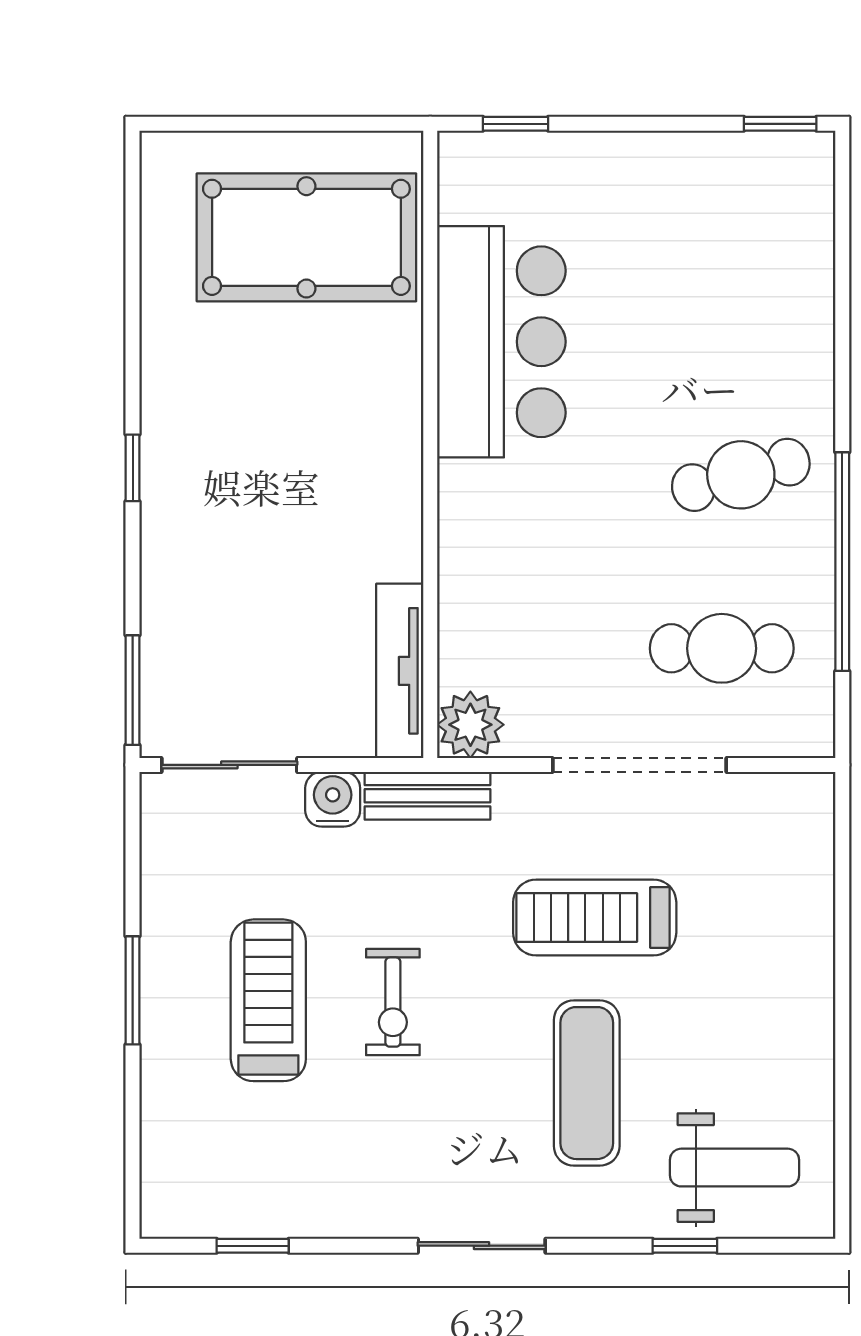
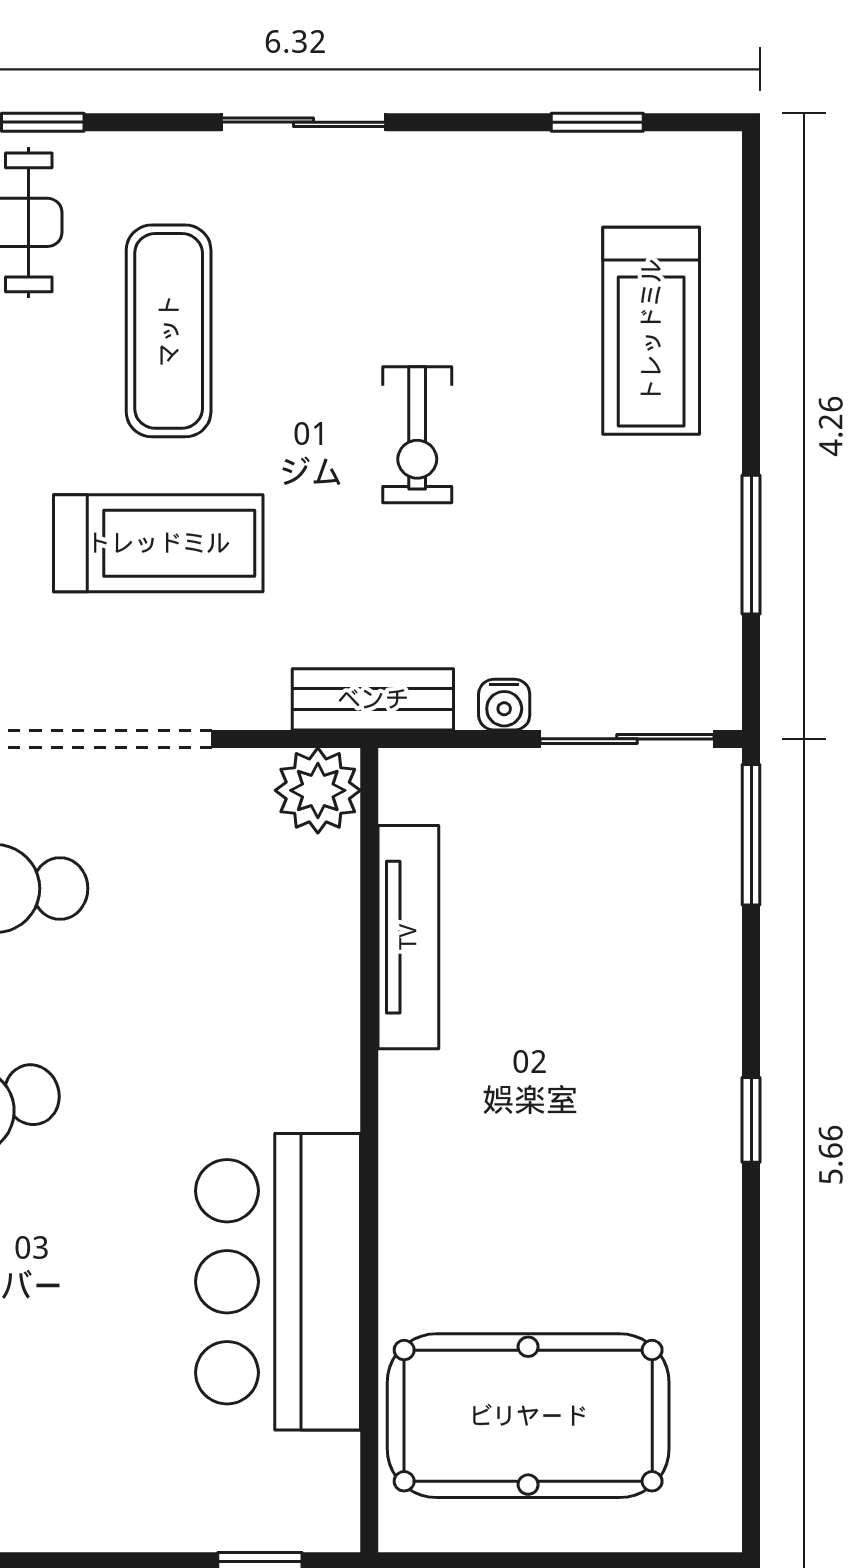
tv unit: (400, 671) -> (408, 937), moved
water cooler: (333, 799) -> (504, 705), width x0.72, depth x0.72
window: (133, 990) -> (751, 545), moved
treadmill: (268, 1000) -> (651, 331), moved
exercise bike: (393, 1002) -> (417, 435), turned 180

